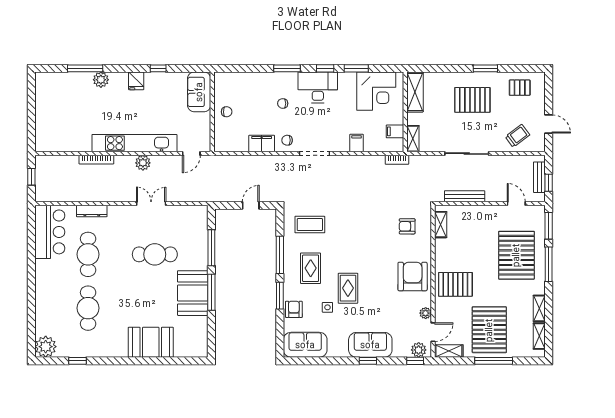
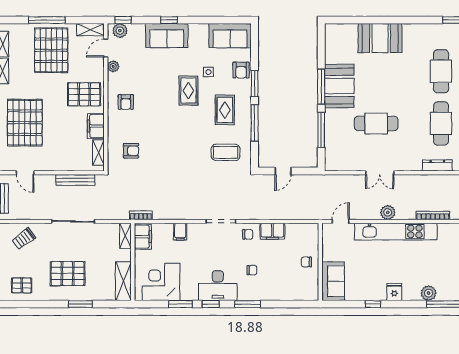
window: (485, 68) -> (81, 304), moved
filing cabinet: (395, 131) -> (143, 237), width x2.00
filing cabinet: (443, 252) -> (96, 126), added
armchair: (413, 276) -> (126, 102), width x0.53, depth x0.53

